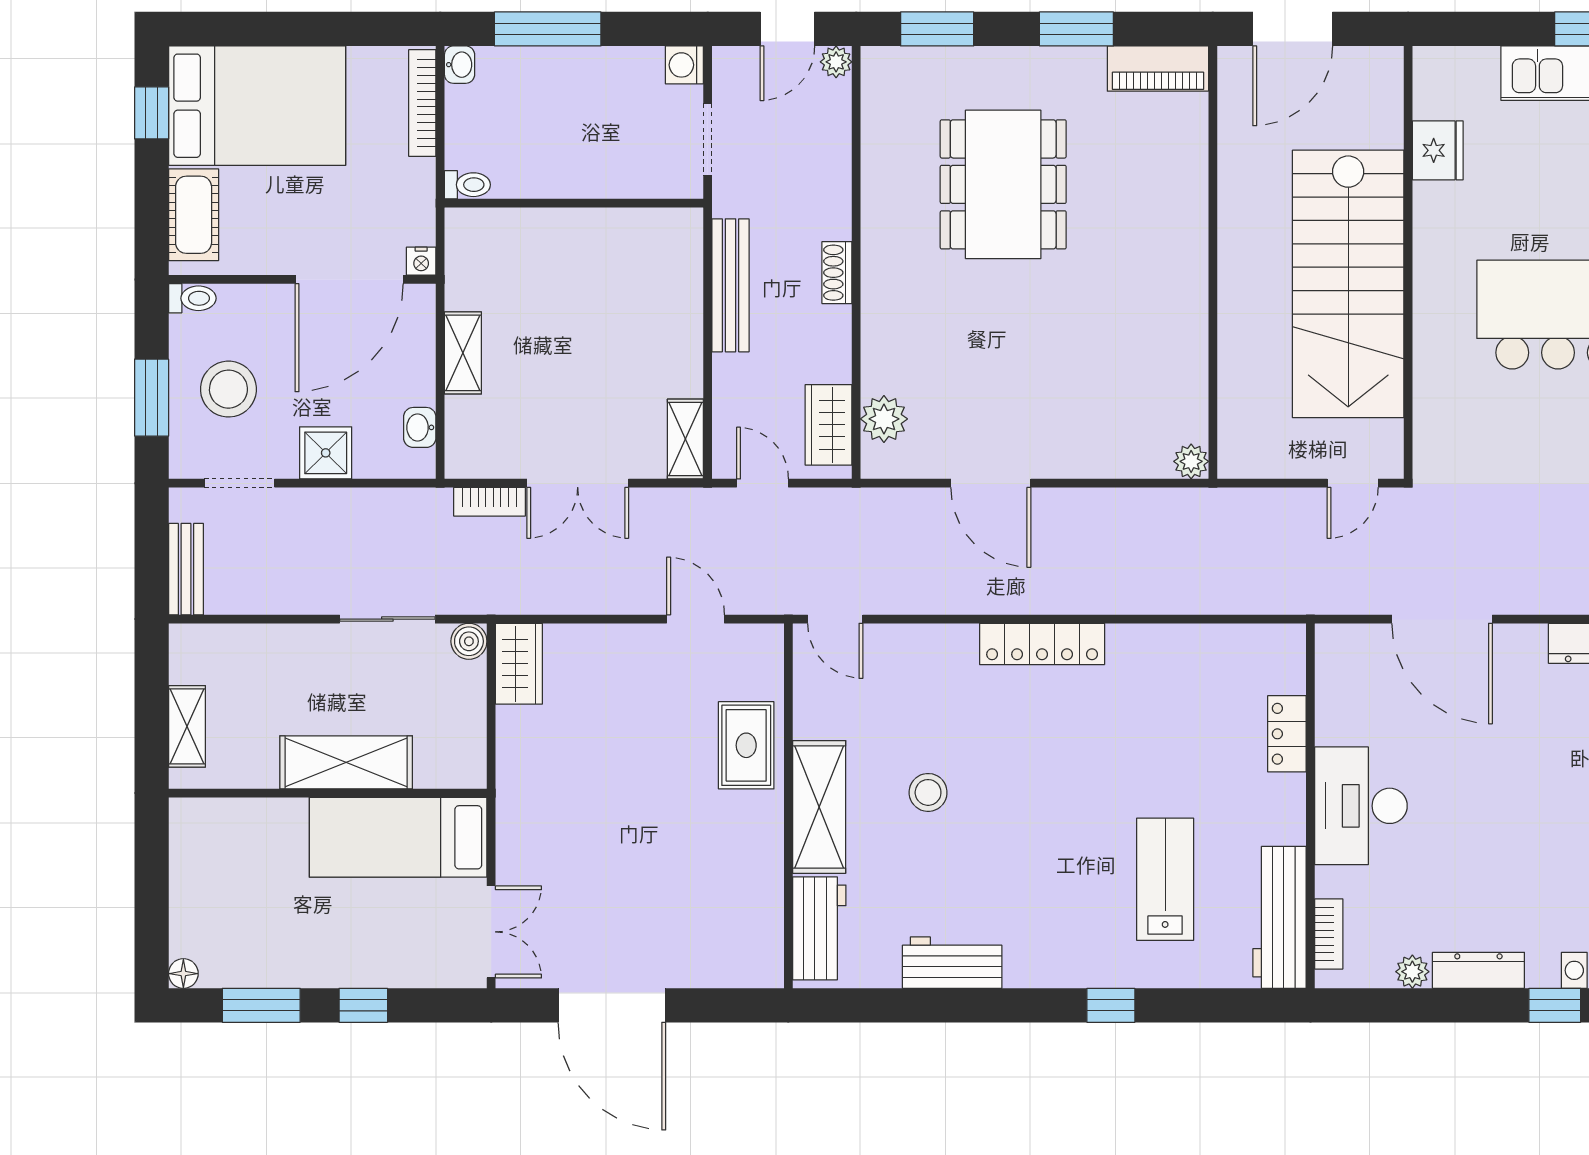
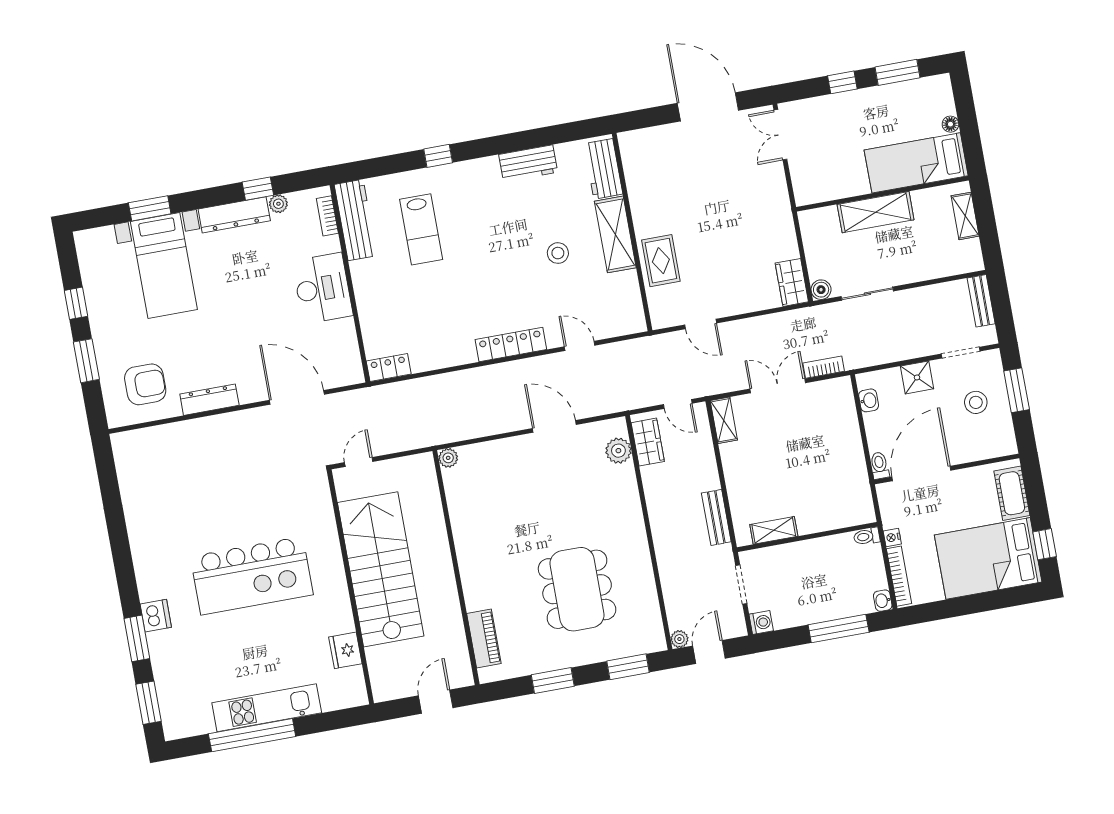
door: (1293, 29) -> (436, 702), width x0.73
piano: (1158, 69) -> (484, 638), moved, turned 90
nightstand: (421, 261) -> (892, 537), moved, turned -90
shoe rack: (837, 273) -> (658, 525), removed
bench: (731, 285) -> (716, 517), width x0.73
toilet: (192, 298) -> (880, 466), moved, turned 90
shelving: (463, 353) -> (774, 530), moved, turned 90
stool: (228, 389) -> (976, 402), width x0.73, depth x0.73
door: (835, 619) -> (580, 346), moved
locker: (1287, 734) -> (389, 368), moved, turned -90
bed: (398, 837) -> (916, 163), moved, turned 180
dresser: (1478, 970) -> (234, 215), width x1.37, depth x1.24
floor lamp: (183, 974) -> (950, 124), moved
window: (1555, 1005) -> (258, 189), moved

